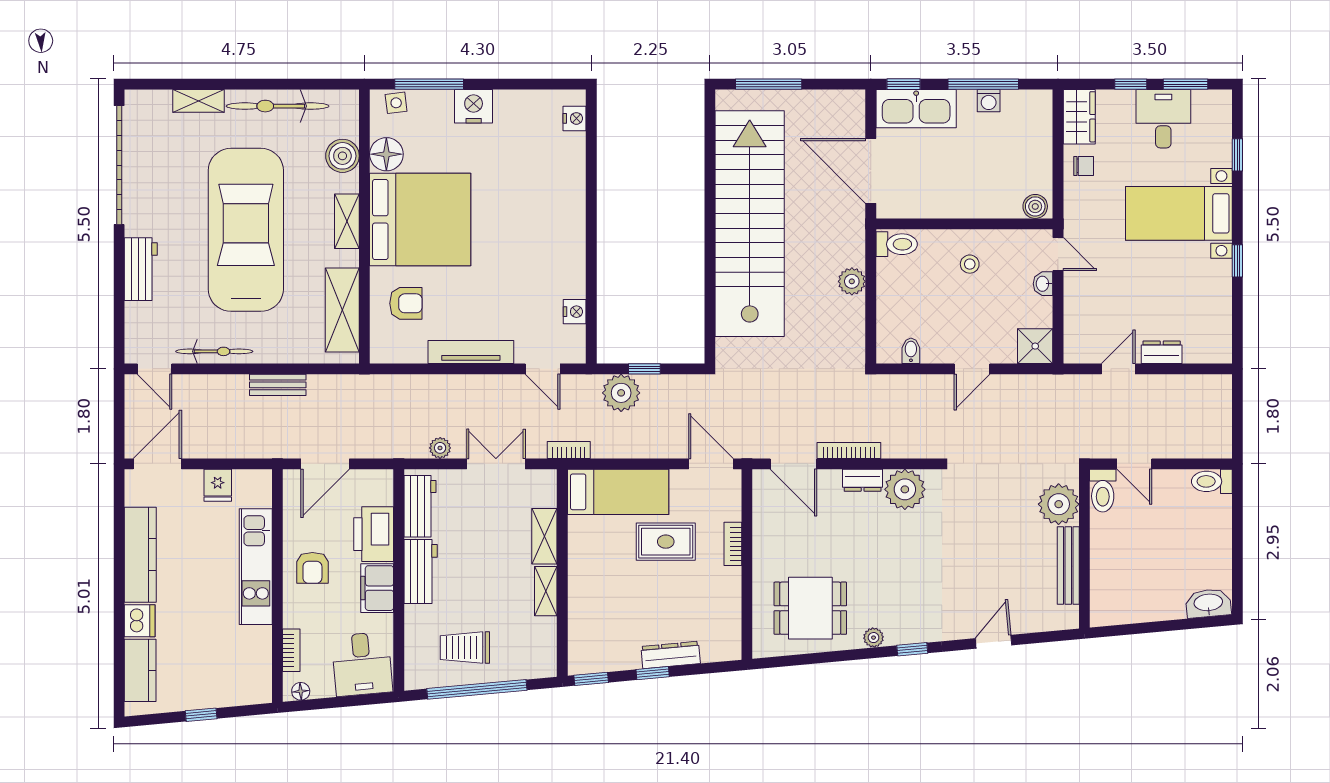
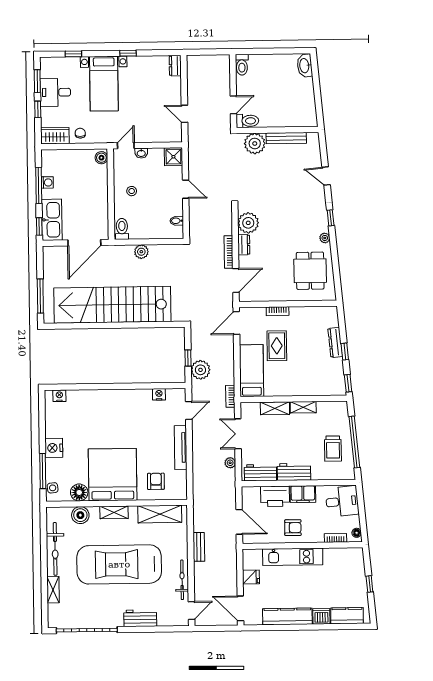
dresser: (1162, 352) -> (175, 66), moved

